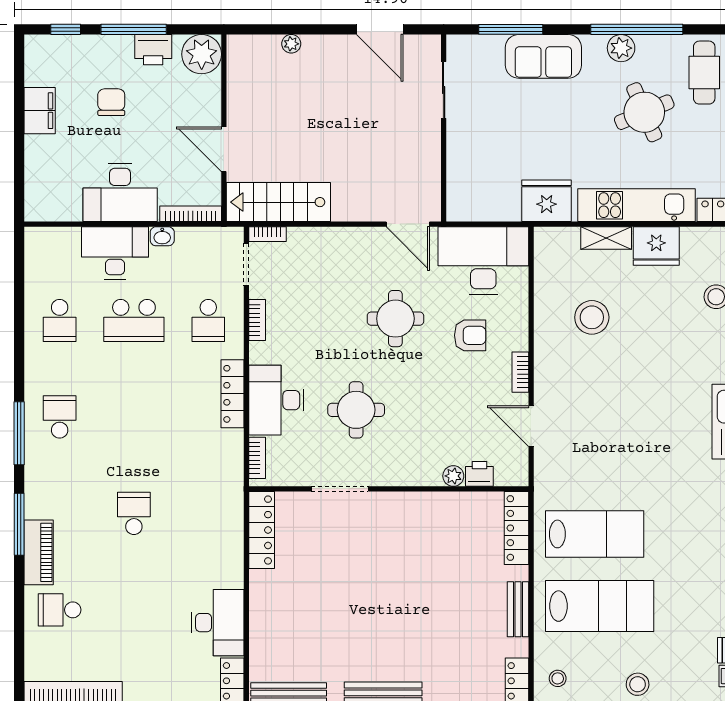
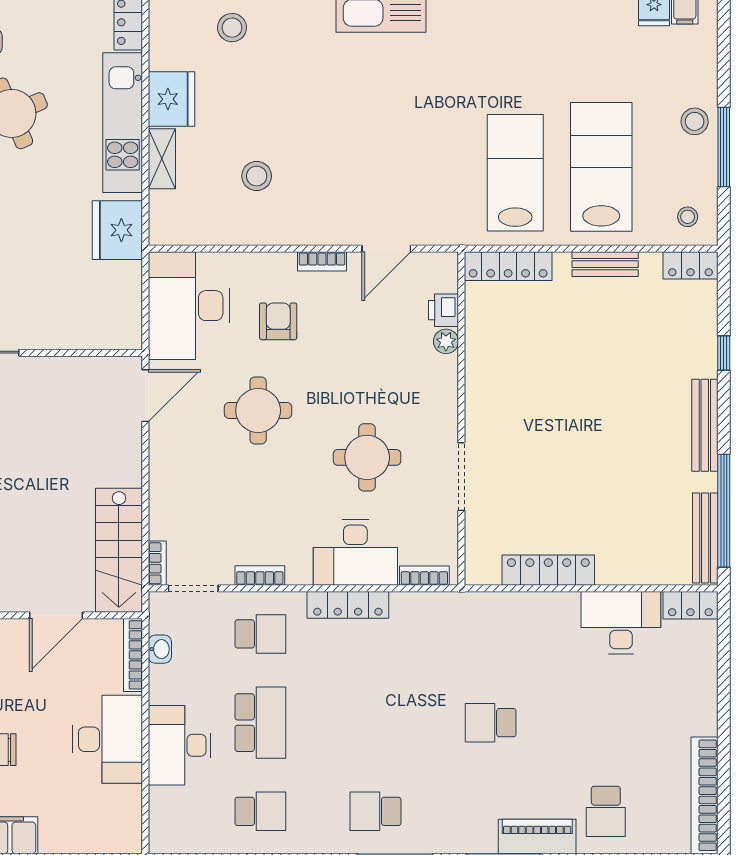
washbasin: (162, 236) -> (160, 649), moved
stool: (592, 317) -> (257, 176), width x0.73, depth x0.73
locker: (262, 530) -> (548, 570), moved

